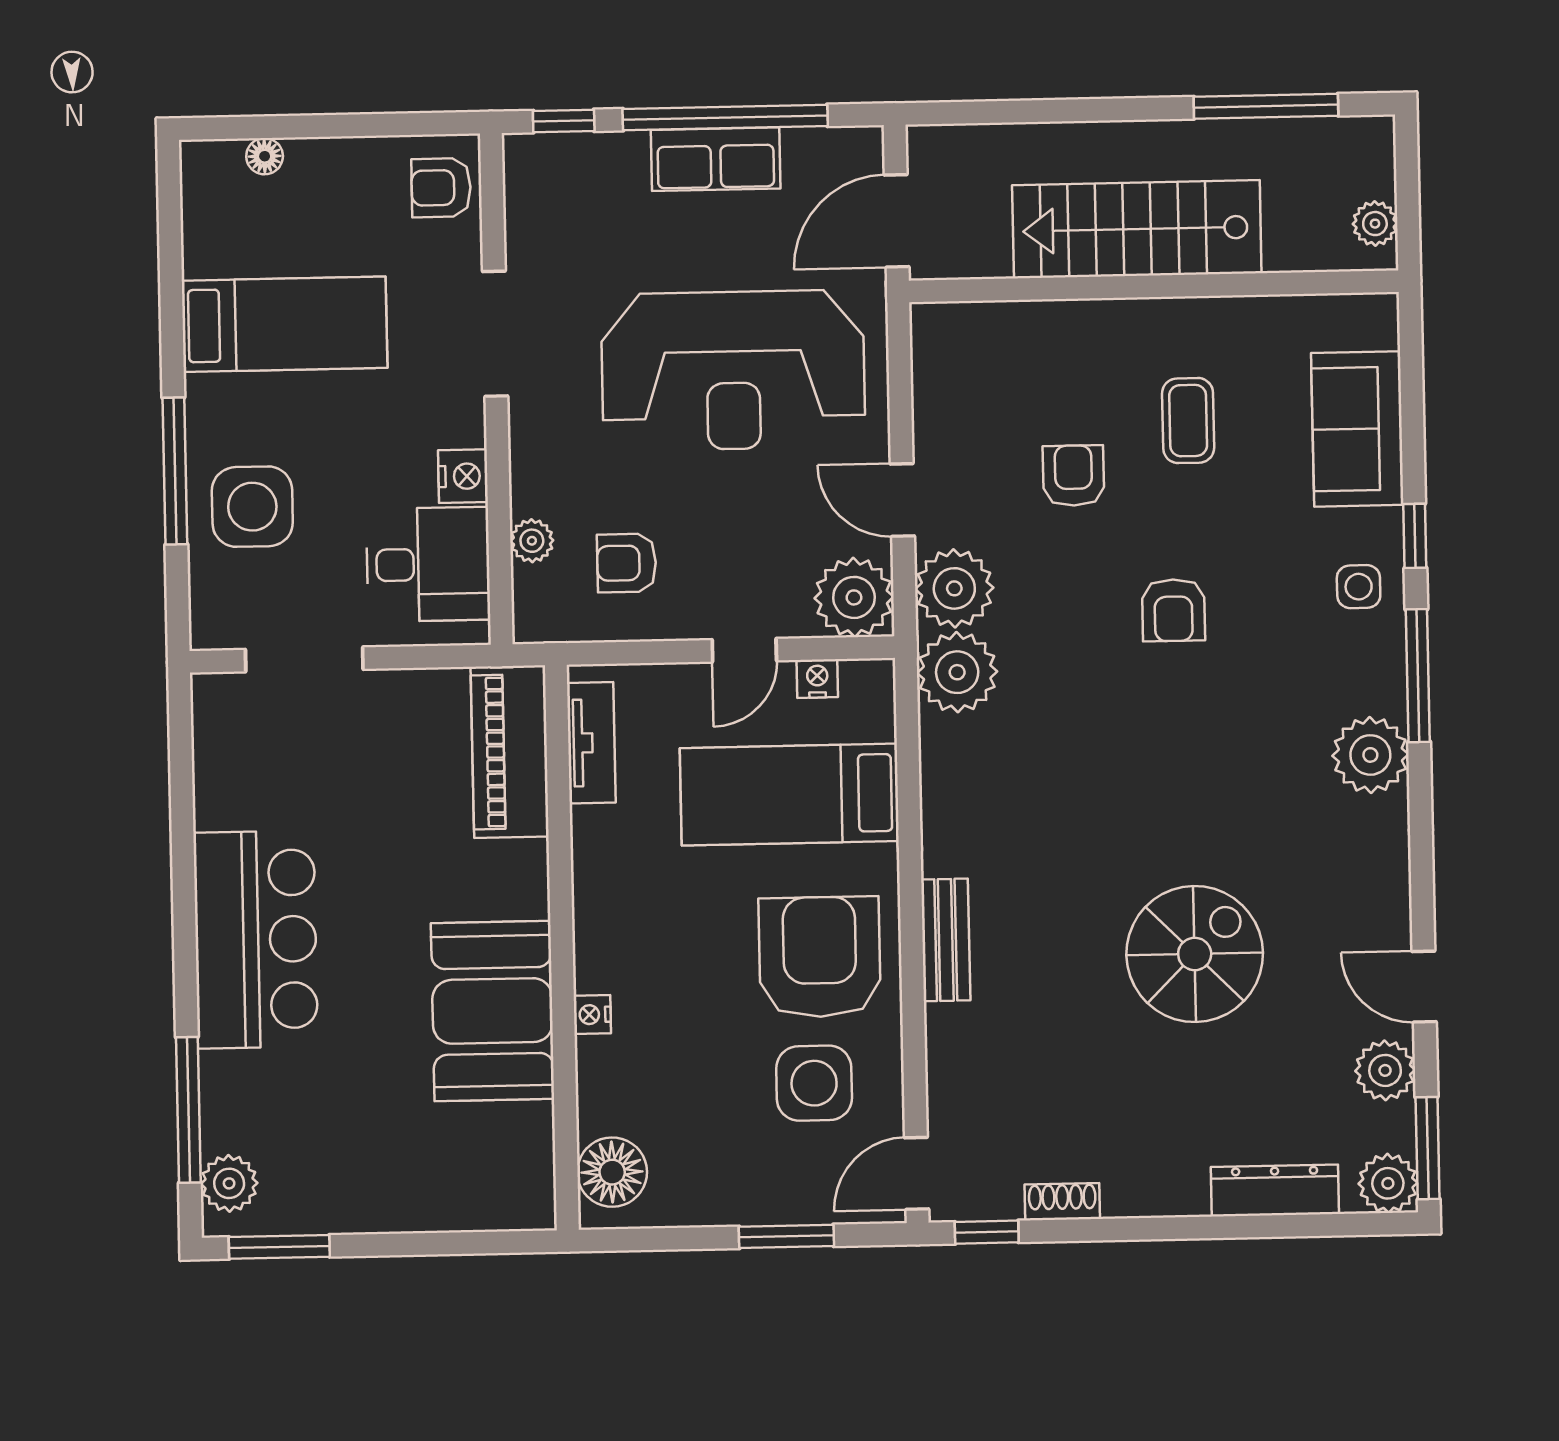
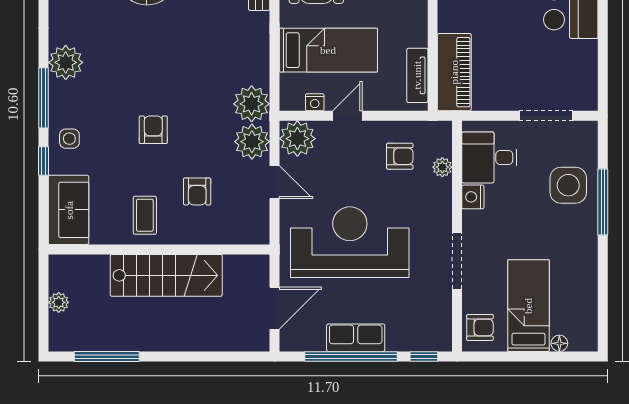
stairs: (1137, 229) -> (166, 275), moved
wall: (1154, 286) -> (159, 249), moved
bed: (285, 324) -> (528, 306), moved, turned 90

